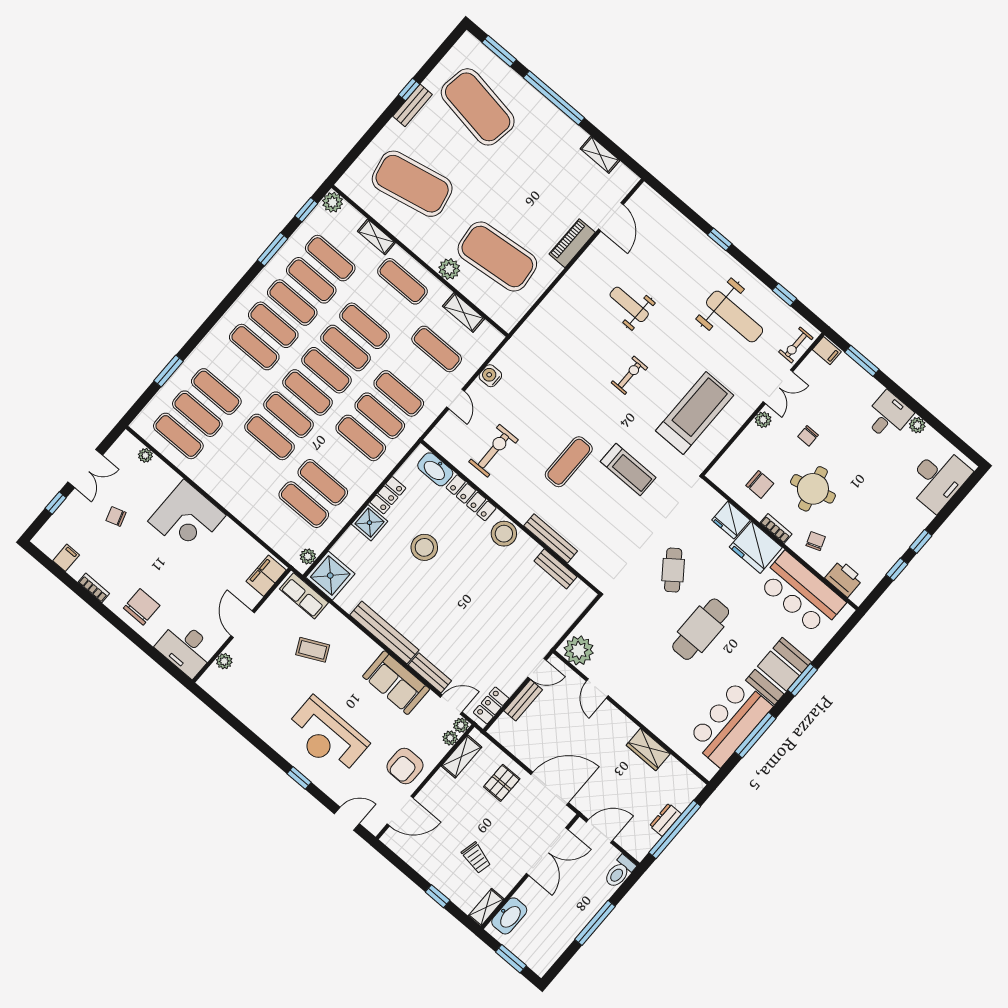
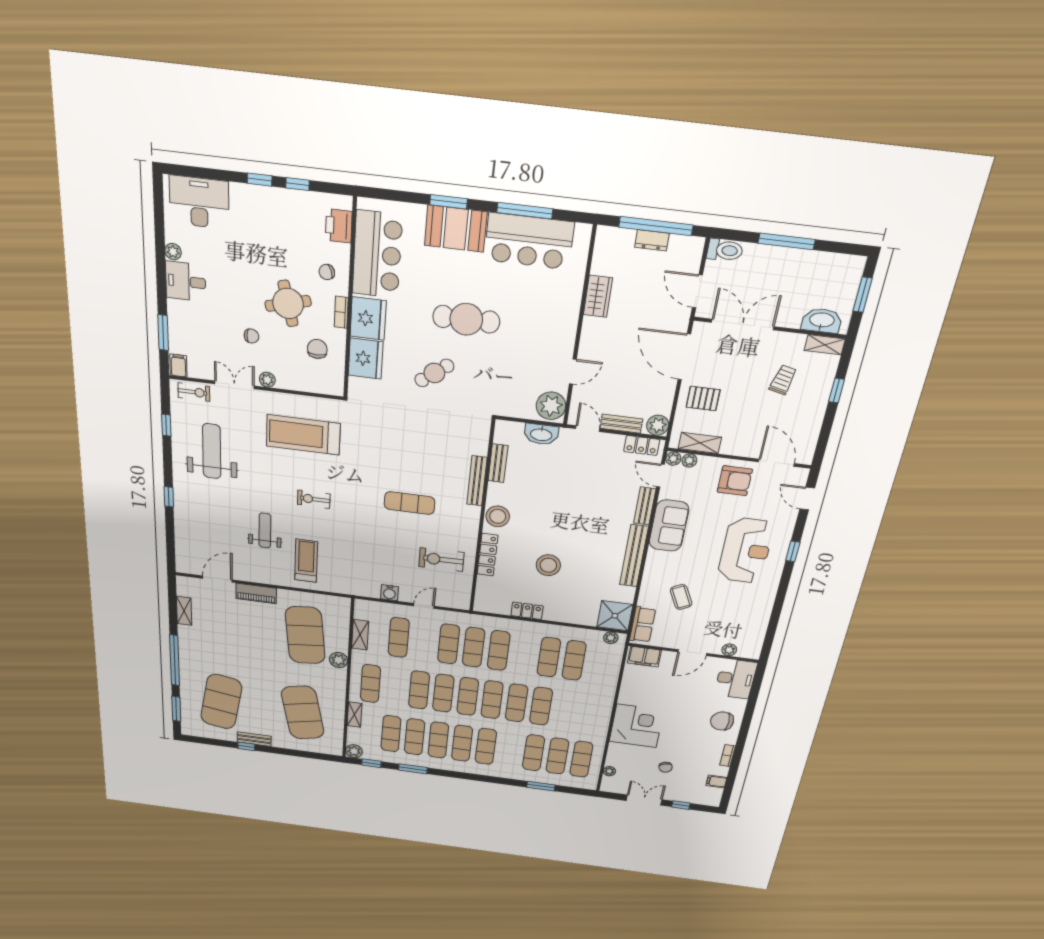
weight bench: (629, 304) -> (265, 530), turned 180
washbasin: (435, 469) -> (541, 434), moved, turned 90
treadmill: (628, 469) -> (306, 561), moved
fridge: (731, 520) -> (366, 359), width x1.36, depth x1.34
shower: (369, 523) -> (556, 612), removed
plant: (502, 730) -> (658, 425), added

